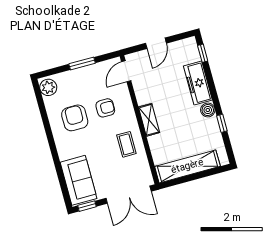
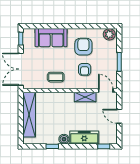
armchair: (75, 118) -> (83, 47), turned -90
shelving: (149, 120) -> (85, 97), moved
sofa: (79, 180) -> (51, 38), moved

